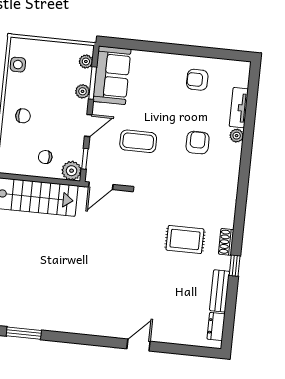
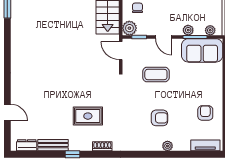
tv unit: (239, 108) -> (205, 145), moved
coffee table: (138, 141) -> (156, 74), turned 90
rug: (185, 239) -> (88, 116), turned 90
shoe rack: (226, 242) -> (102, 146), moved
door: (139, 345) -> (7, 113), moved

